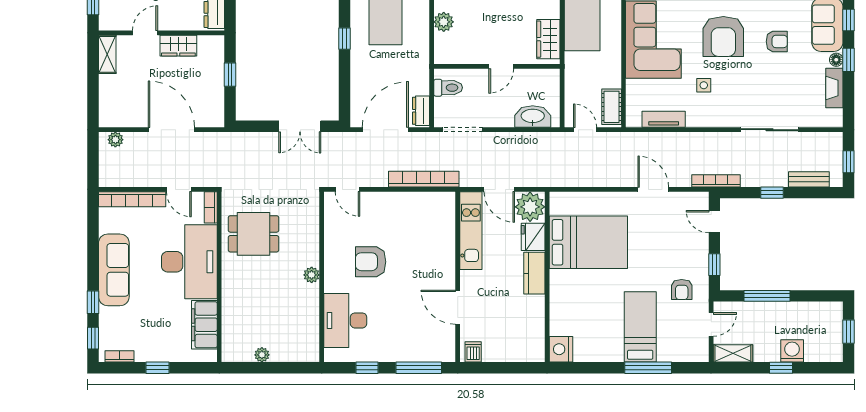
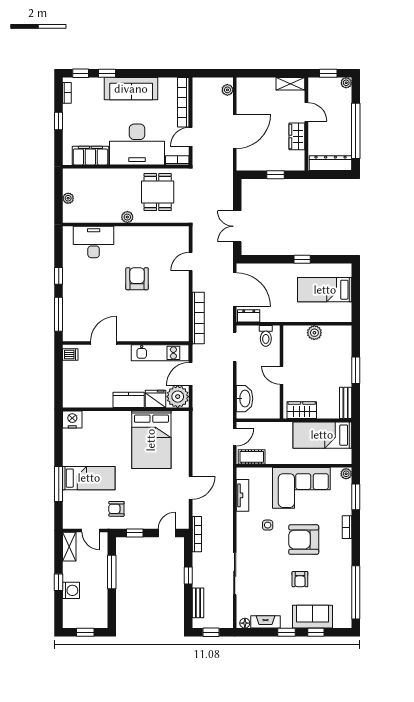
floor lamp: (836, 60) -> (245, 623), moved
plant: (312, 275) -> (127, 217), moved
wall: (322, 277) -> (126, 225), moved
desk: (345, 320) -> (94, 242), moved

